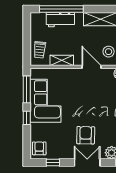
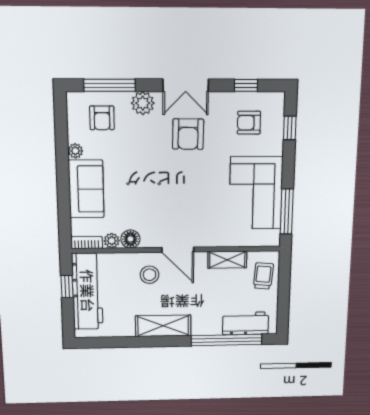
workbench: (60, 20) -> (246, 323), moved
window: (27, 118) -> (290, 128), moved
armchair: (39, 148) -> (249, 123), moved, turned 90

